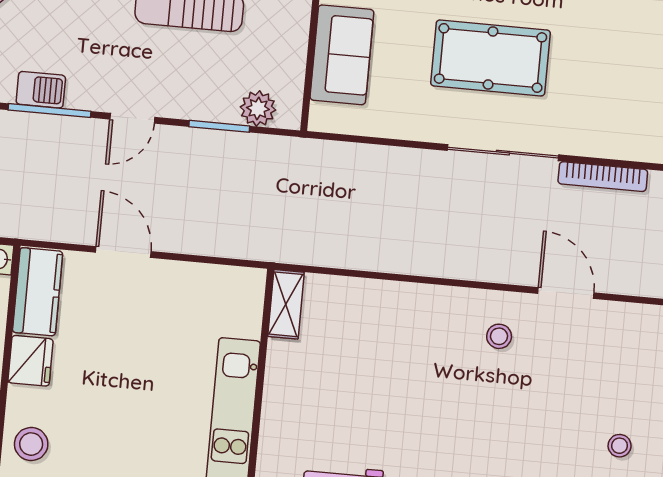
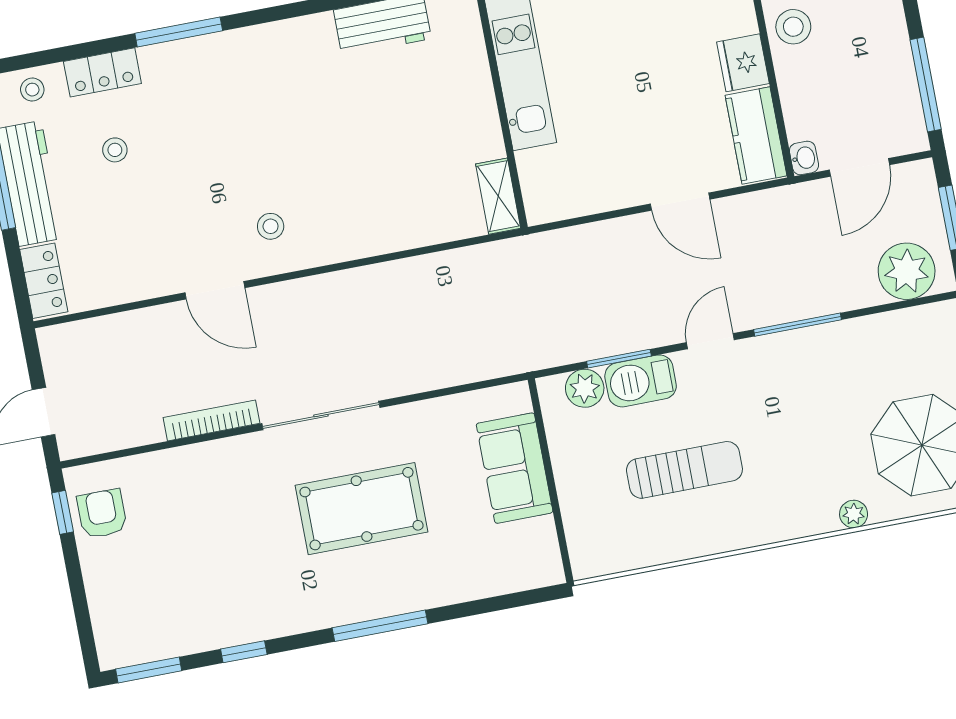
barbecue: (41, 90) -> (641, 381), moved, width x1.38, depth x1.27

